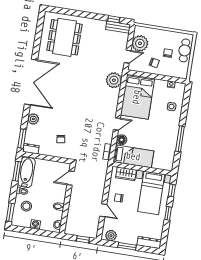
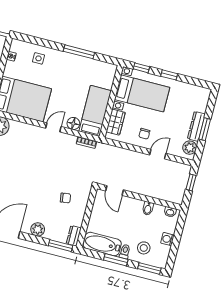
door: (117, 124) -> (53, 127), hinge flipped
window: (17, 171) -> (116, 260), moved
dresser: (149, 243) -> (196, 126), moved

